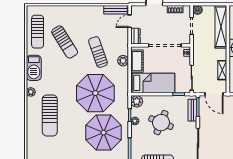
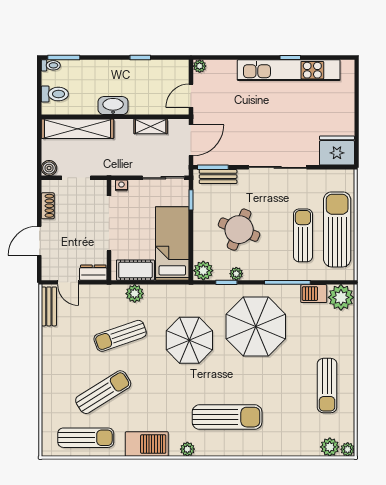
parasol: (95, 93) -> (189, 340), width x0.73, depth x0.73

